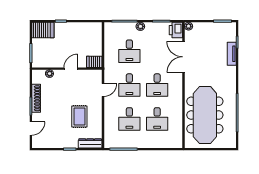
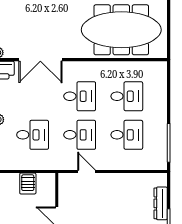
server rack: (94, 62) -> (28, 184), moved
rug: (79, 117) -> (123, 204), removed
dresser: (90, 143) -> (161, 203), moved

